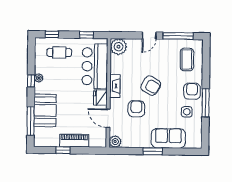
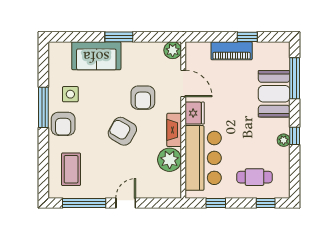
plant: (119, 47) -> (170, 160), moved

